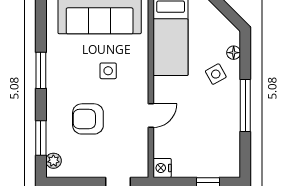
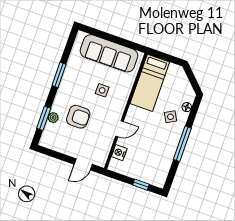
armchair: (88, 119) -> (78, 117), turned 180
plant: (53, 161) -> (53, 118), moved
nightstand: (162, 168) -> (119, 153), moved

